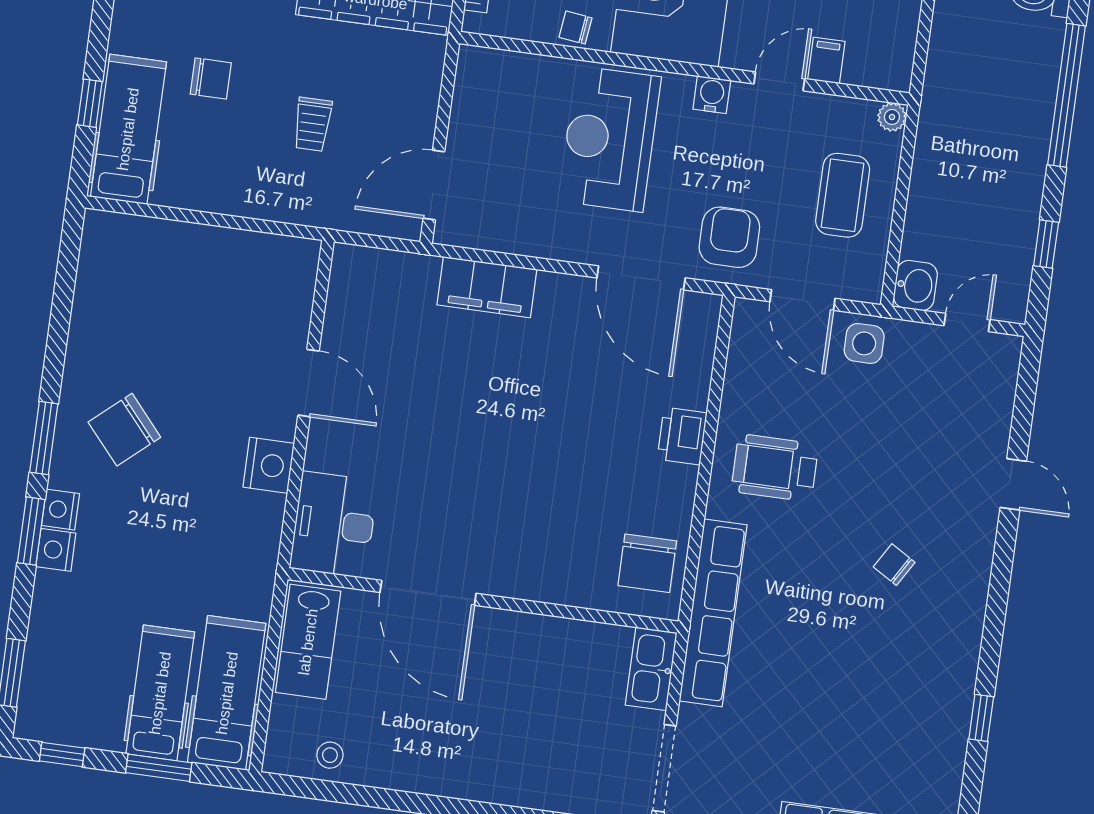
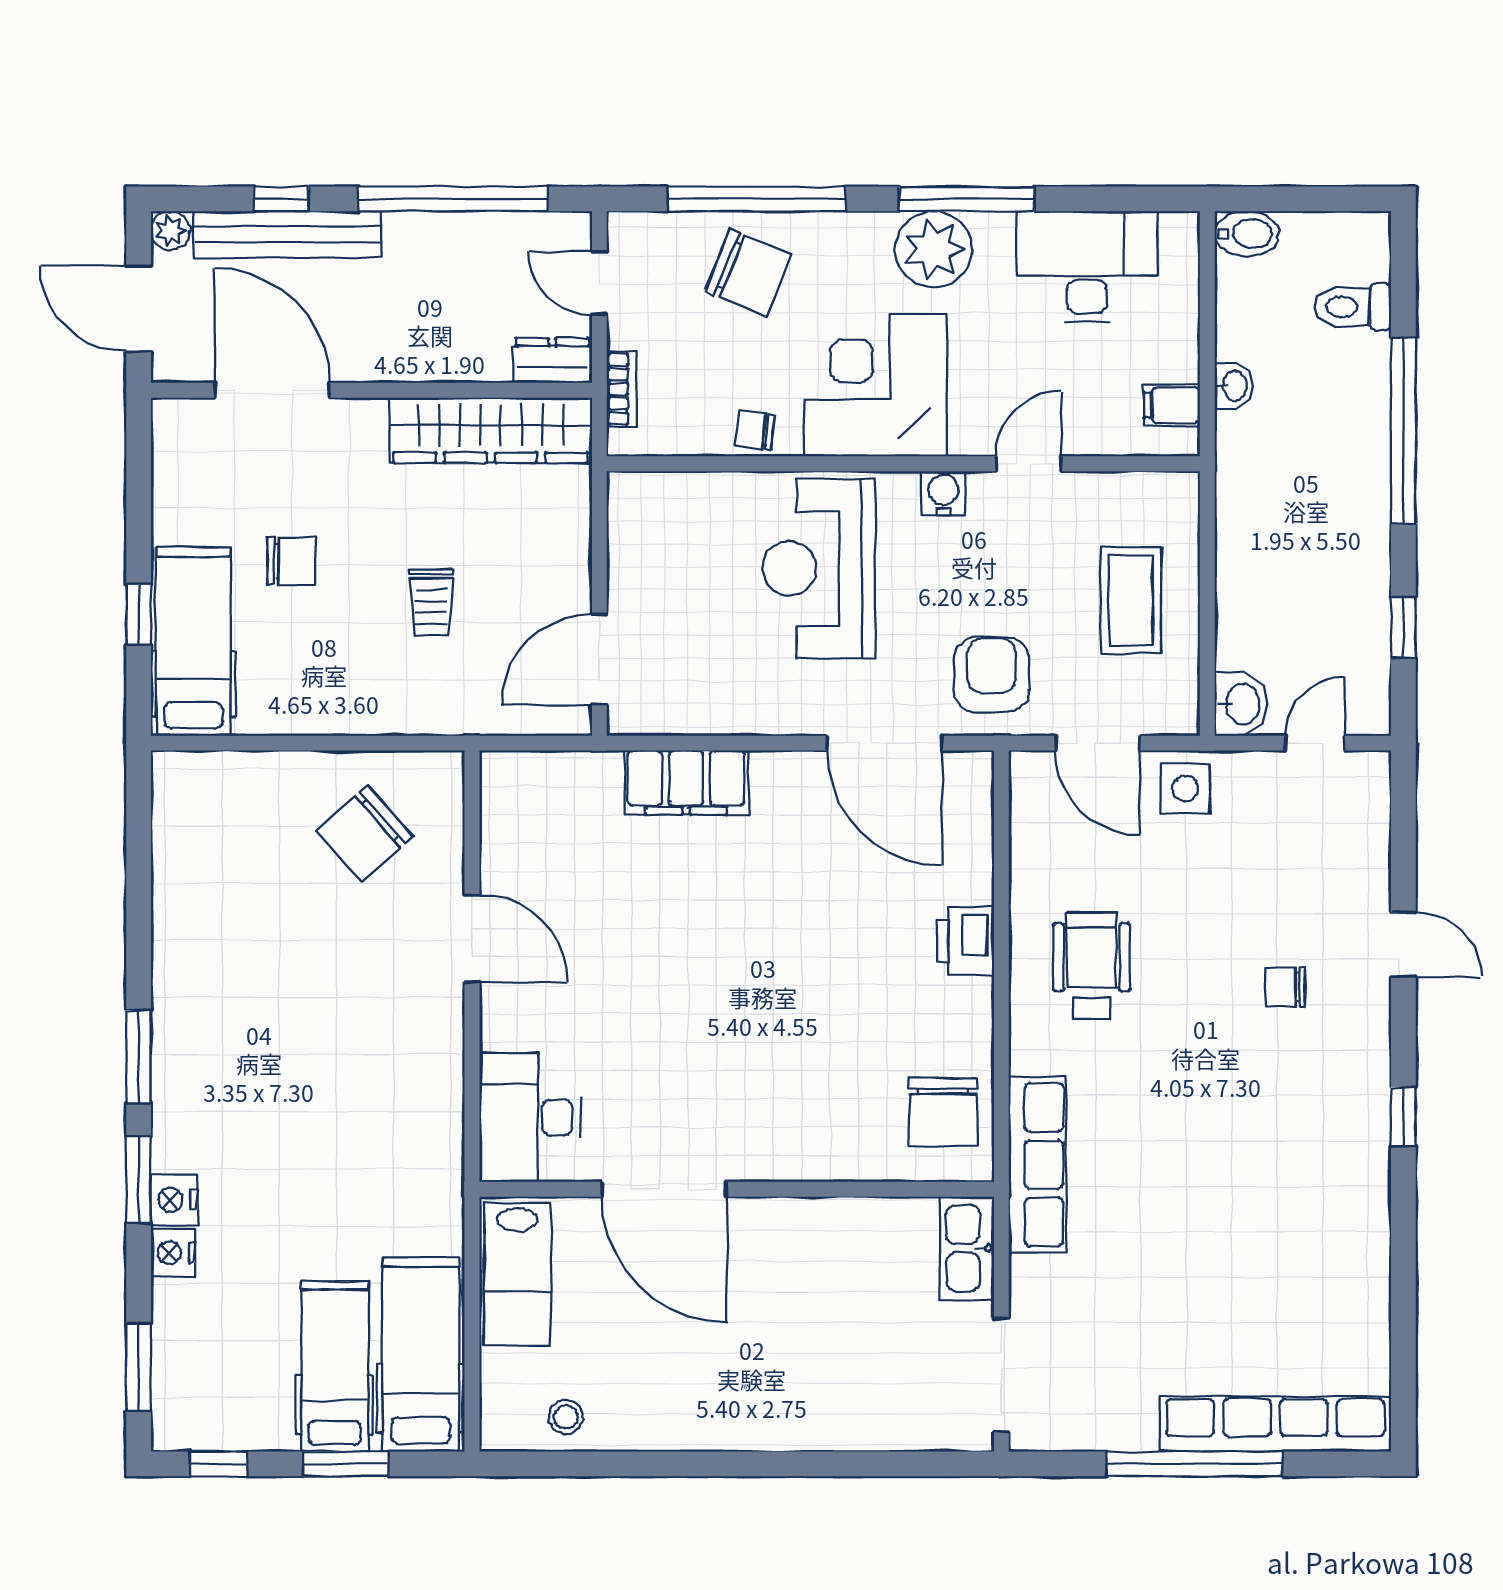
washbasin: (943, 44) -> (1234, 386), added
filing cabinet: (826, 60) -> (1172, 405), moved, turned -90
plant: (892, 117) -> (1181, 490), removed
chair: (124, 430) -> (364, 833), moved
nightstand: (269, 465) -> (435, 1052), removed
wheelchair: (775, 468) -> (1092, 966), turned 90
nightstand: (60, 510) -> (173, 1253), moved
chair: (894, 565) -> (1285, 987), moved, turned -31
row of seats: (713, 613) -> (1037, 1165), width x0.73
window: (981, 718) -> (1403, 1116), moved

